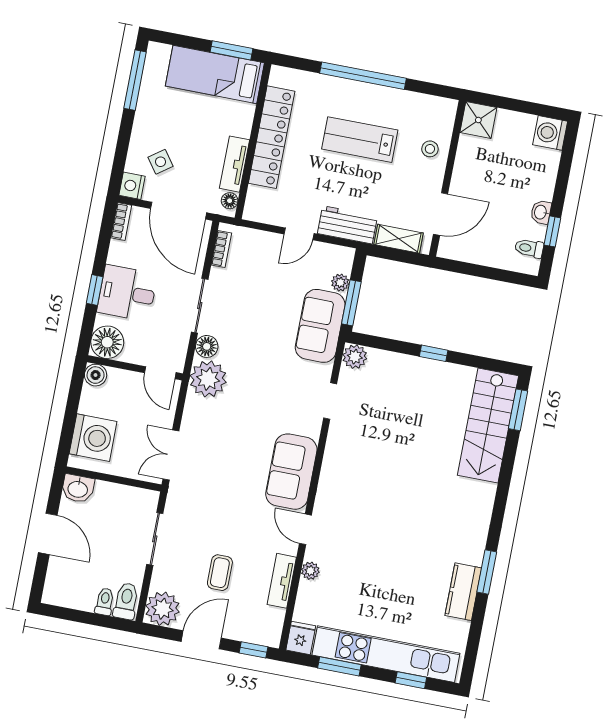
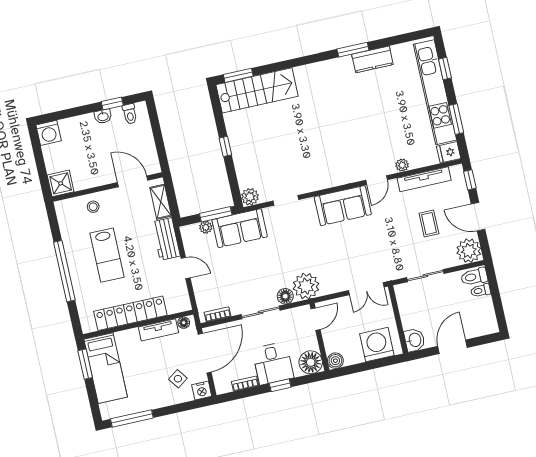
bookcase: (121, 221) -> (245, 384), moved
coffee table: (220, 573) -> (429, 224), turned 90
tv unit: (282, 581) -> (424, 179), width x1.41

